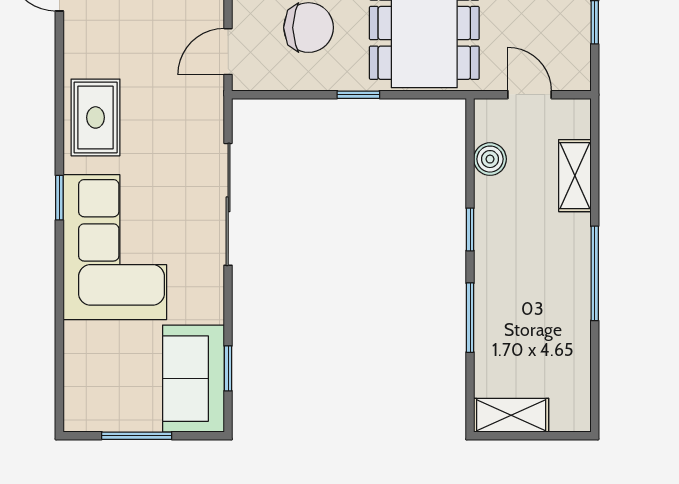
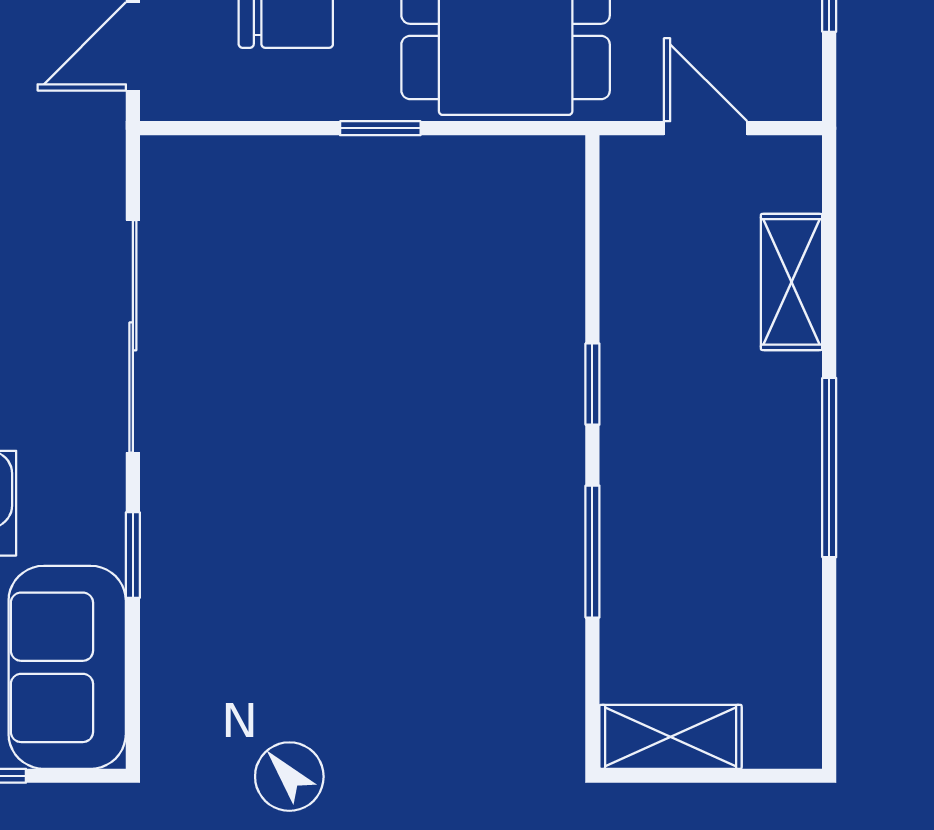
boiler: (490, 159) -> (630, 250), removed
window: (228, 368) -> (133, 555), moved

